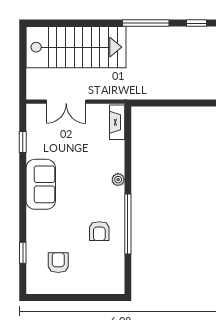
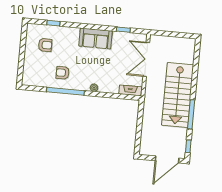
stairs: (76, 47) -> (178, 95), moved
double door: (66, 102) -> (146, 59), width x1.37

